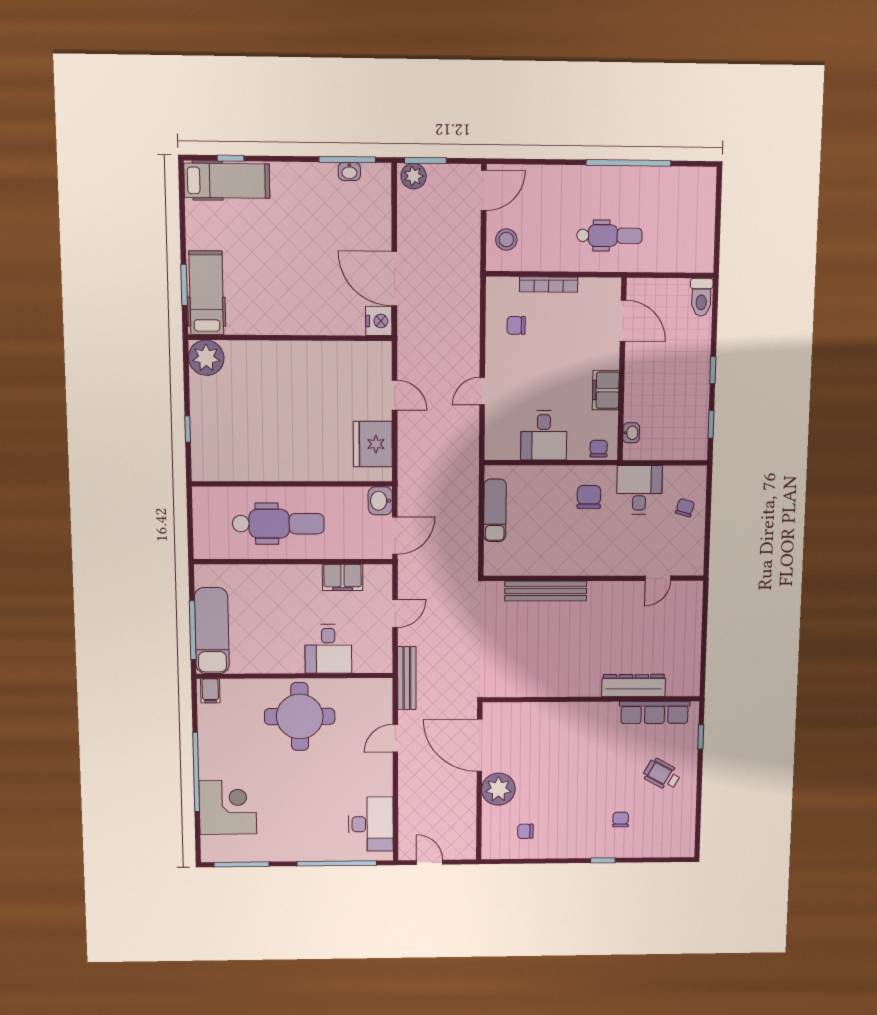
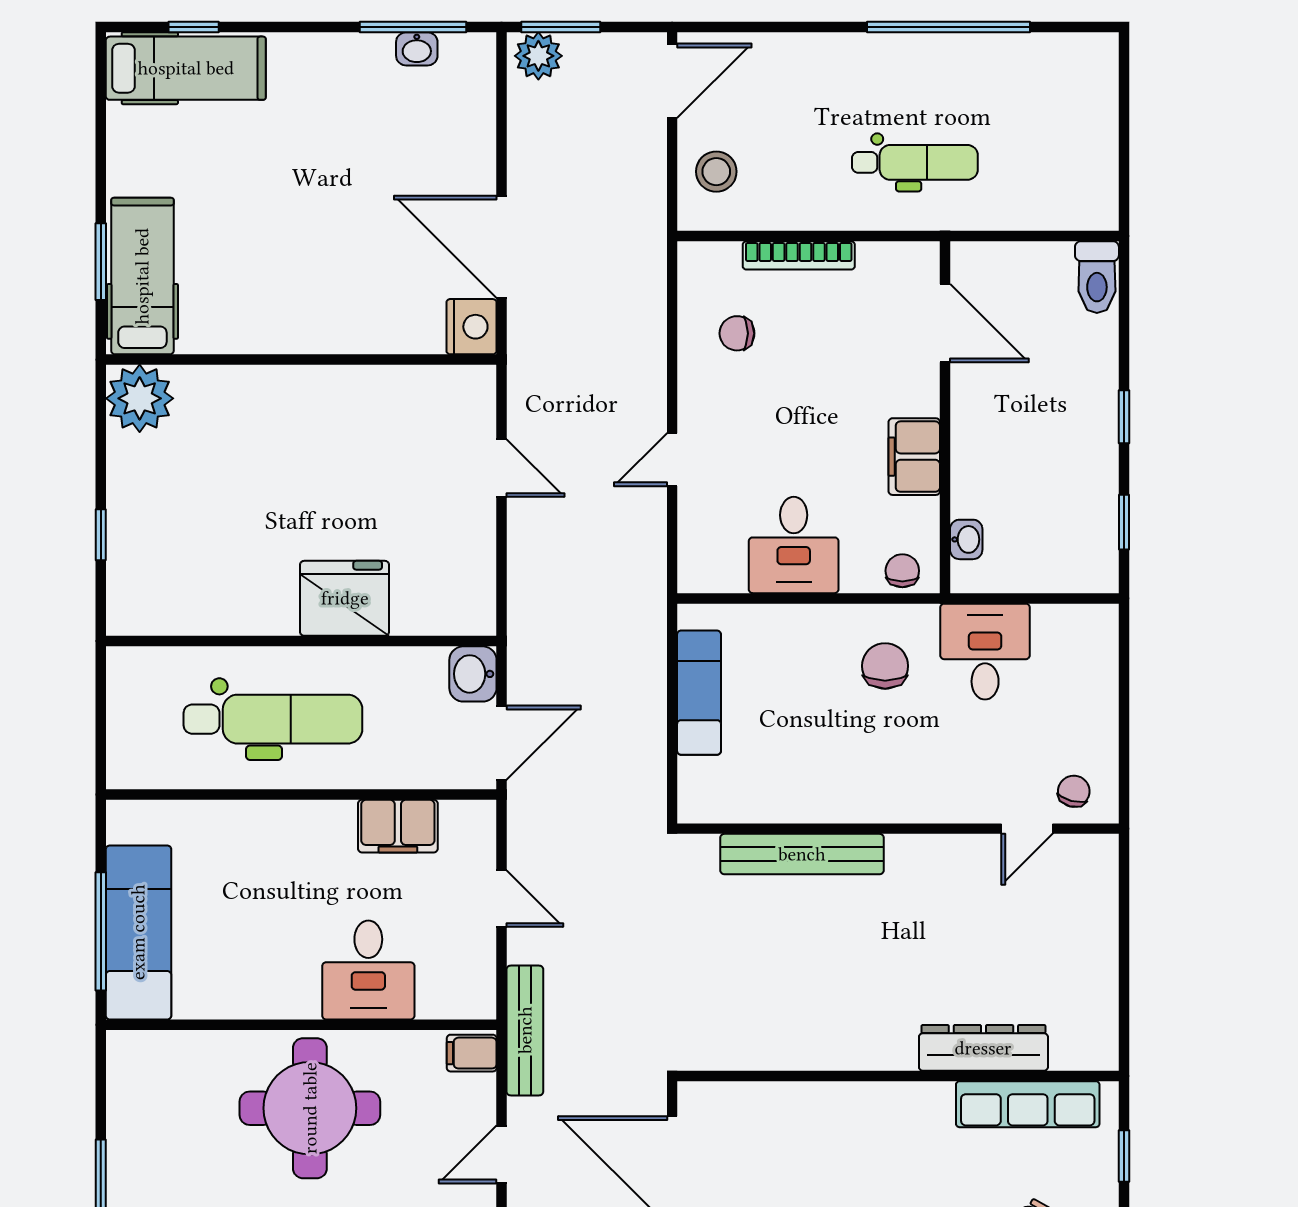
fridge: (373, 444) -> (345, 598), moved, turned 90
chair: (685, 508) -> (1074, 791), moved
door: (395, 613) -> (502, 899), hinge flipped
filing cabinet: (210, 691) -> (472, 1053), moved, turned 90

